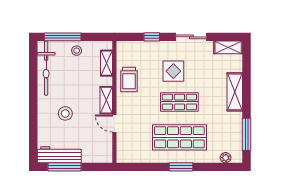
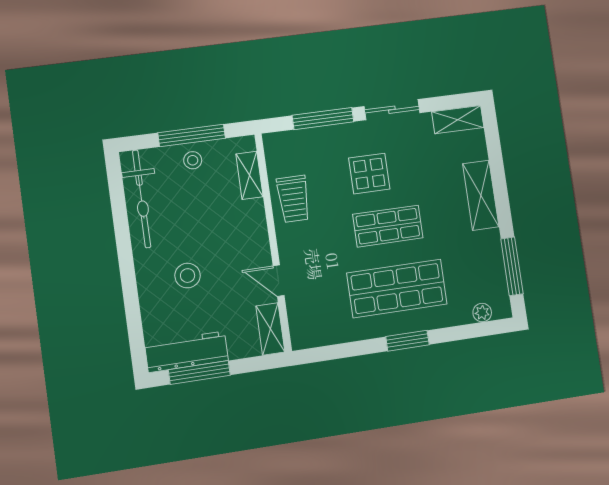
window: (63, 37) -> (192, 136), moved
window: (152, 37) -> (323, 119), width x2.17
shelving: (106, 100) -> (270, 329), moved

